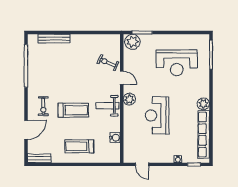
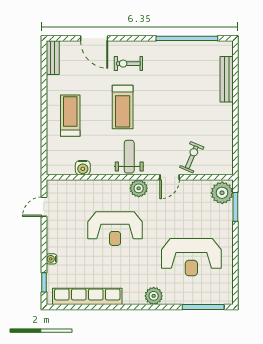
reception desk: (177, 63) -> (191, 257), turned -90
plant: (203, 104) -> (154, 296), moved
reception desk: (157, 115) -> (115, 229), turned 180

